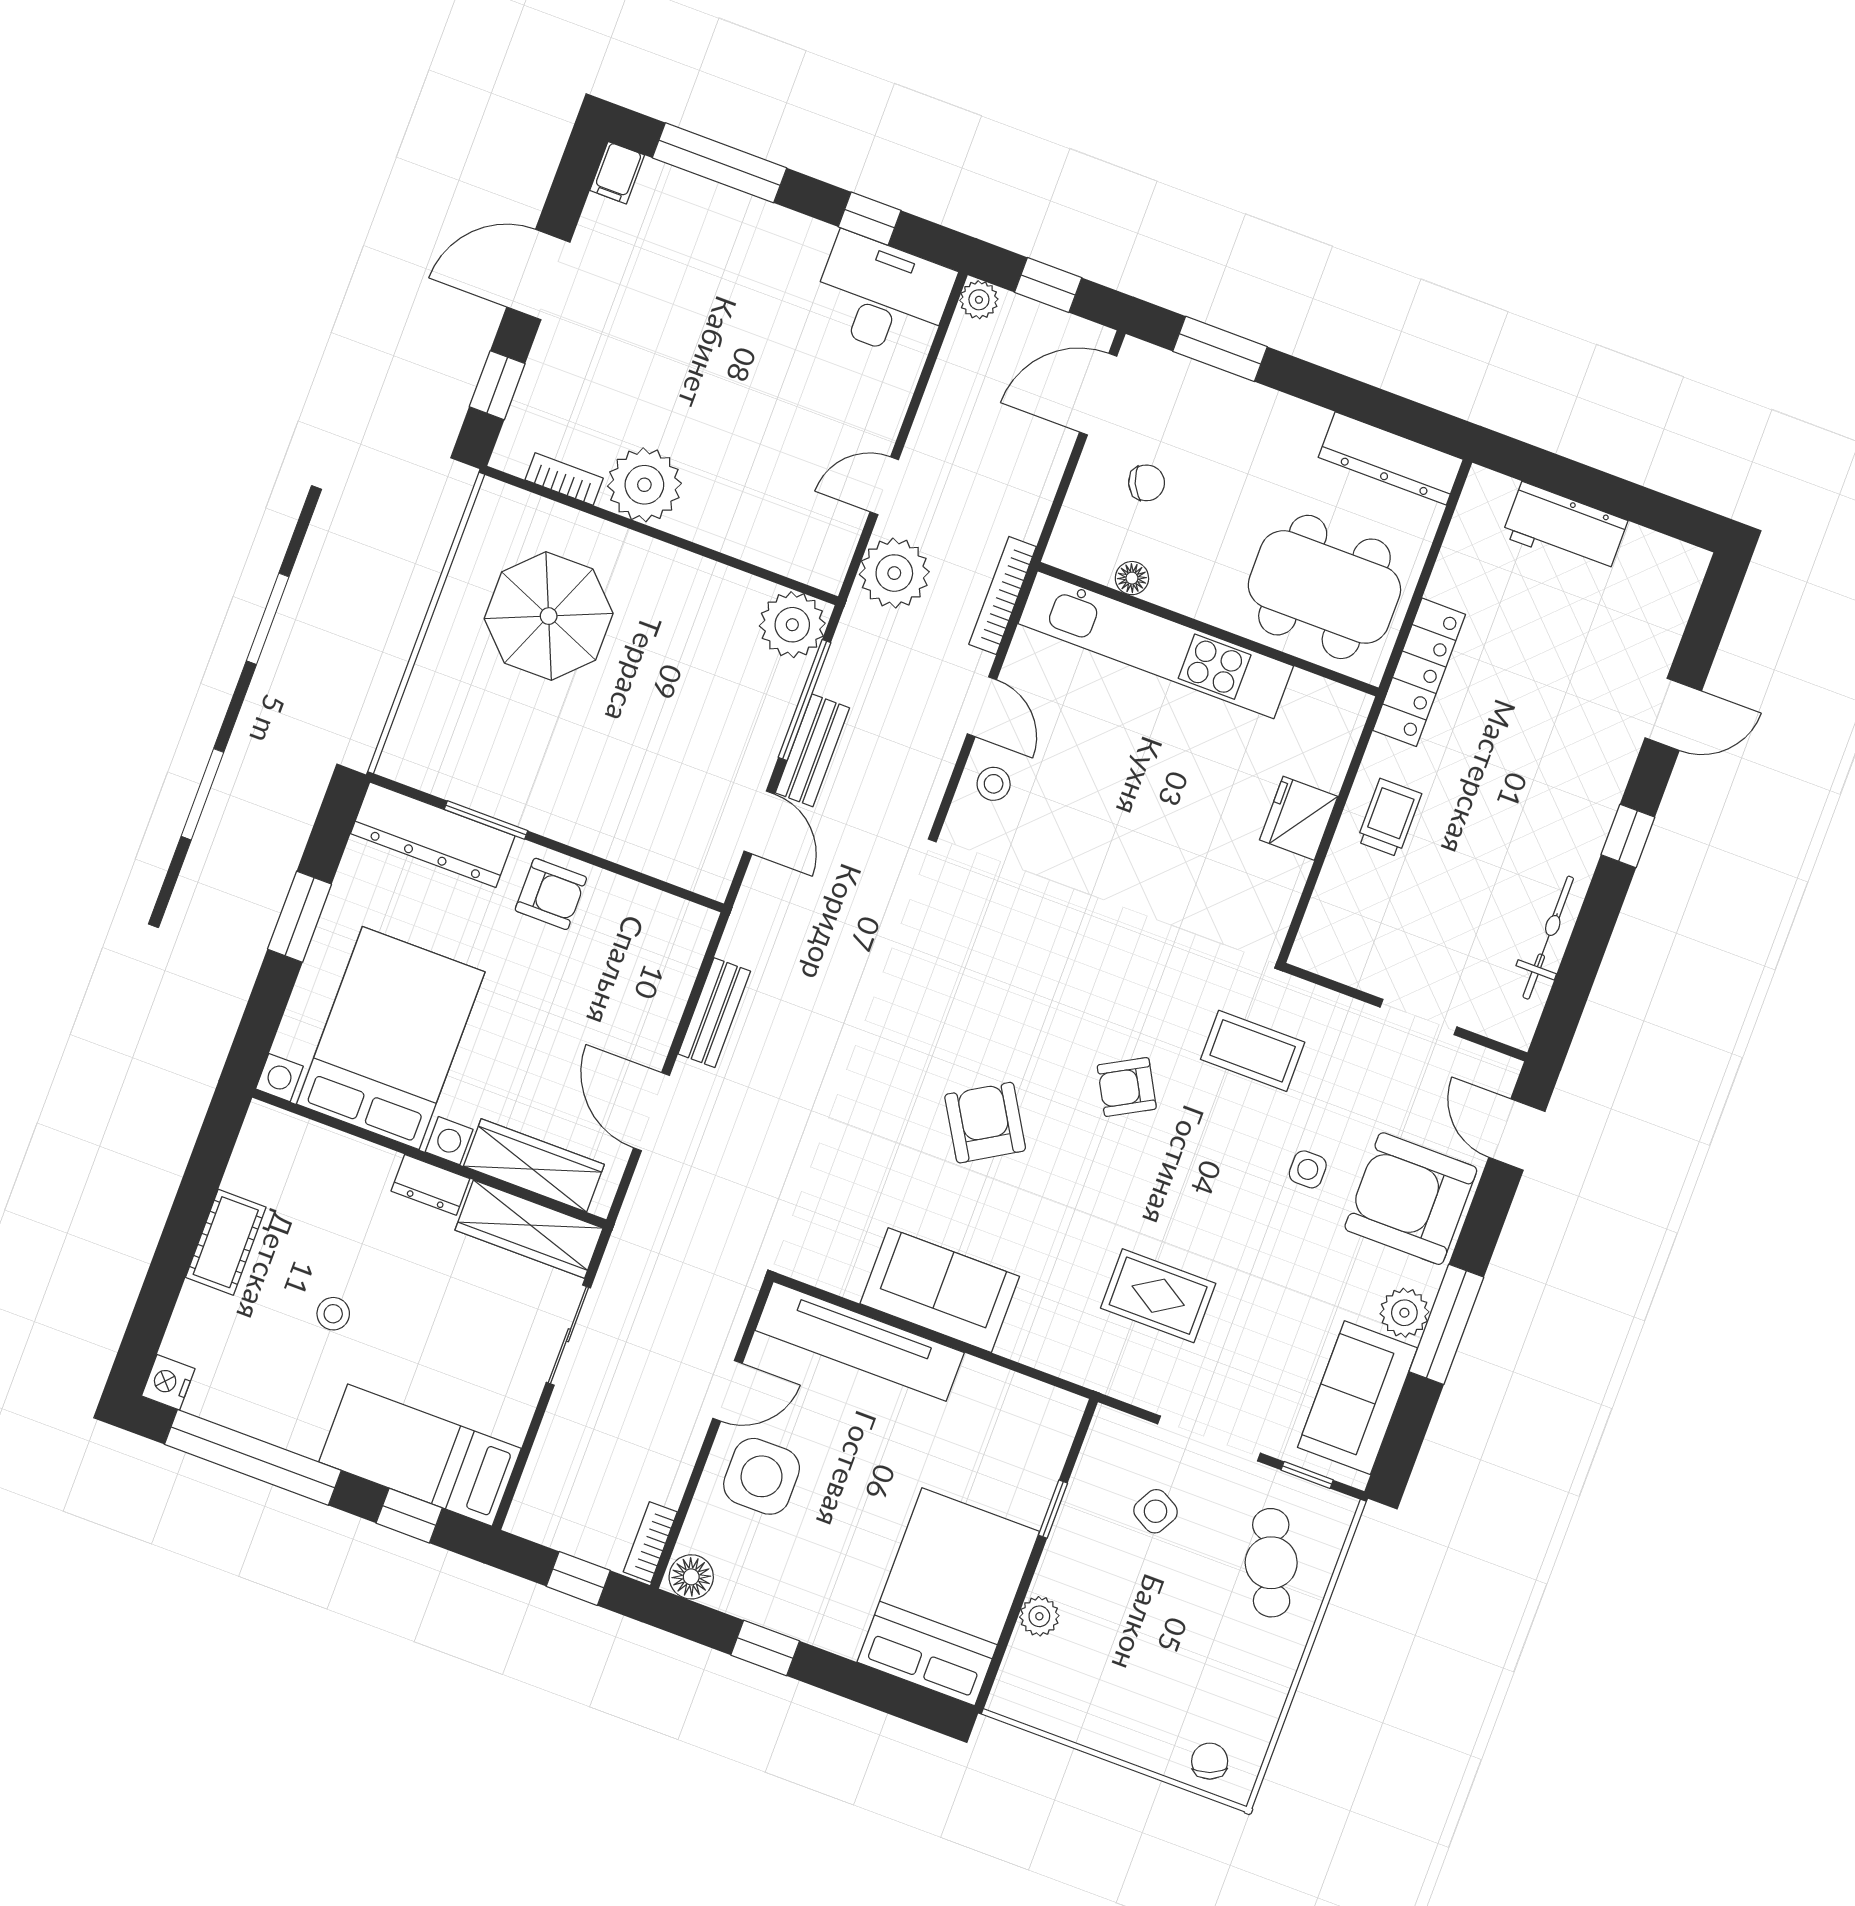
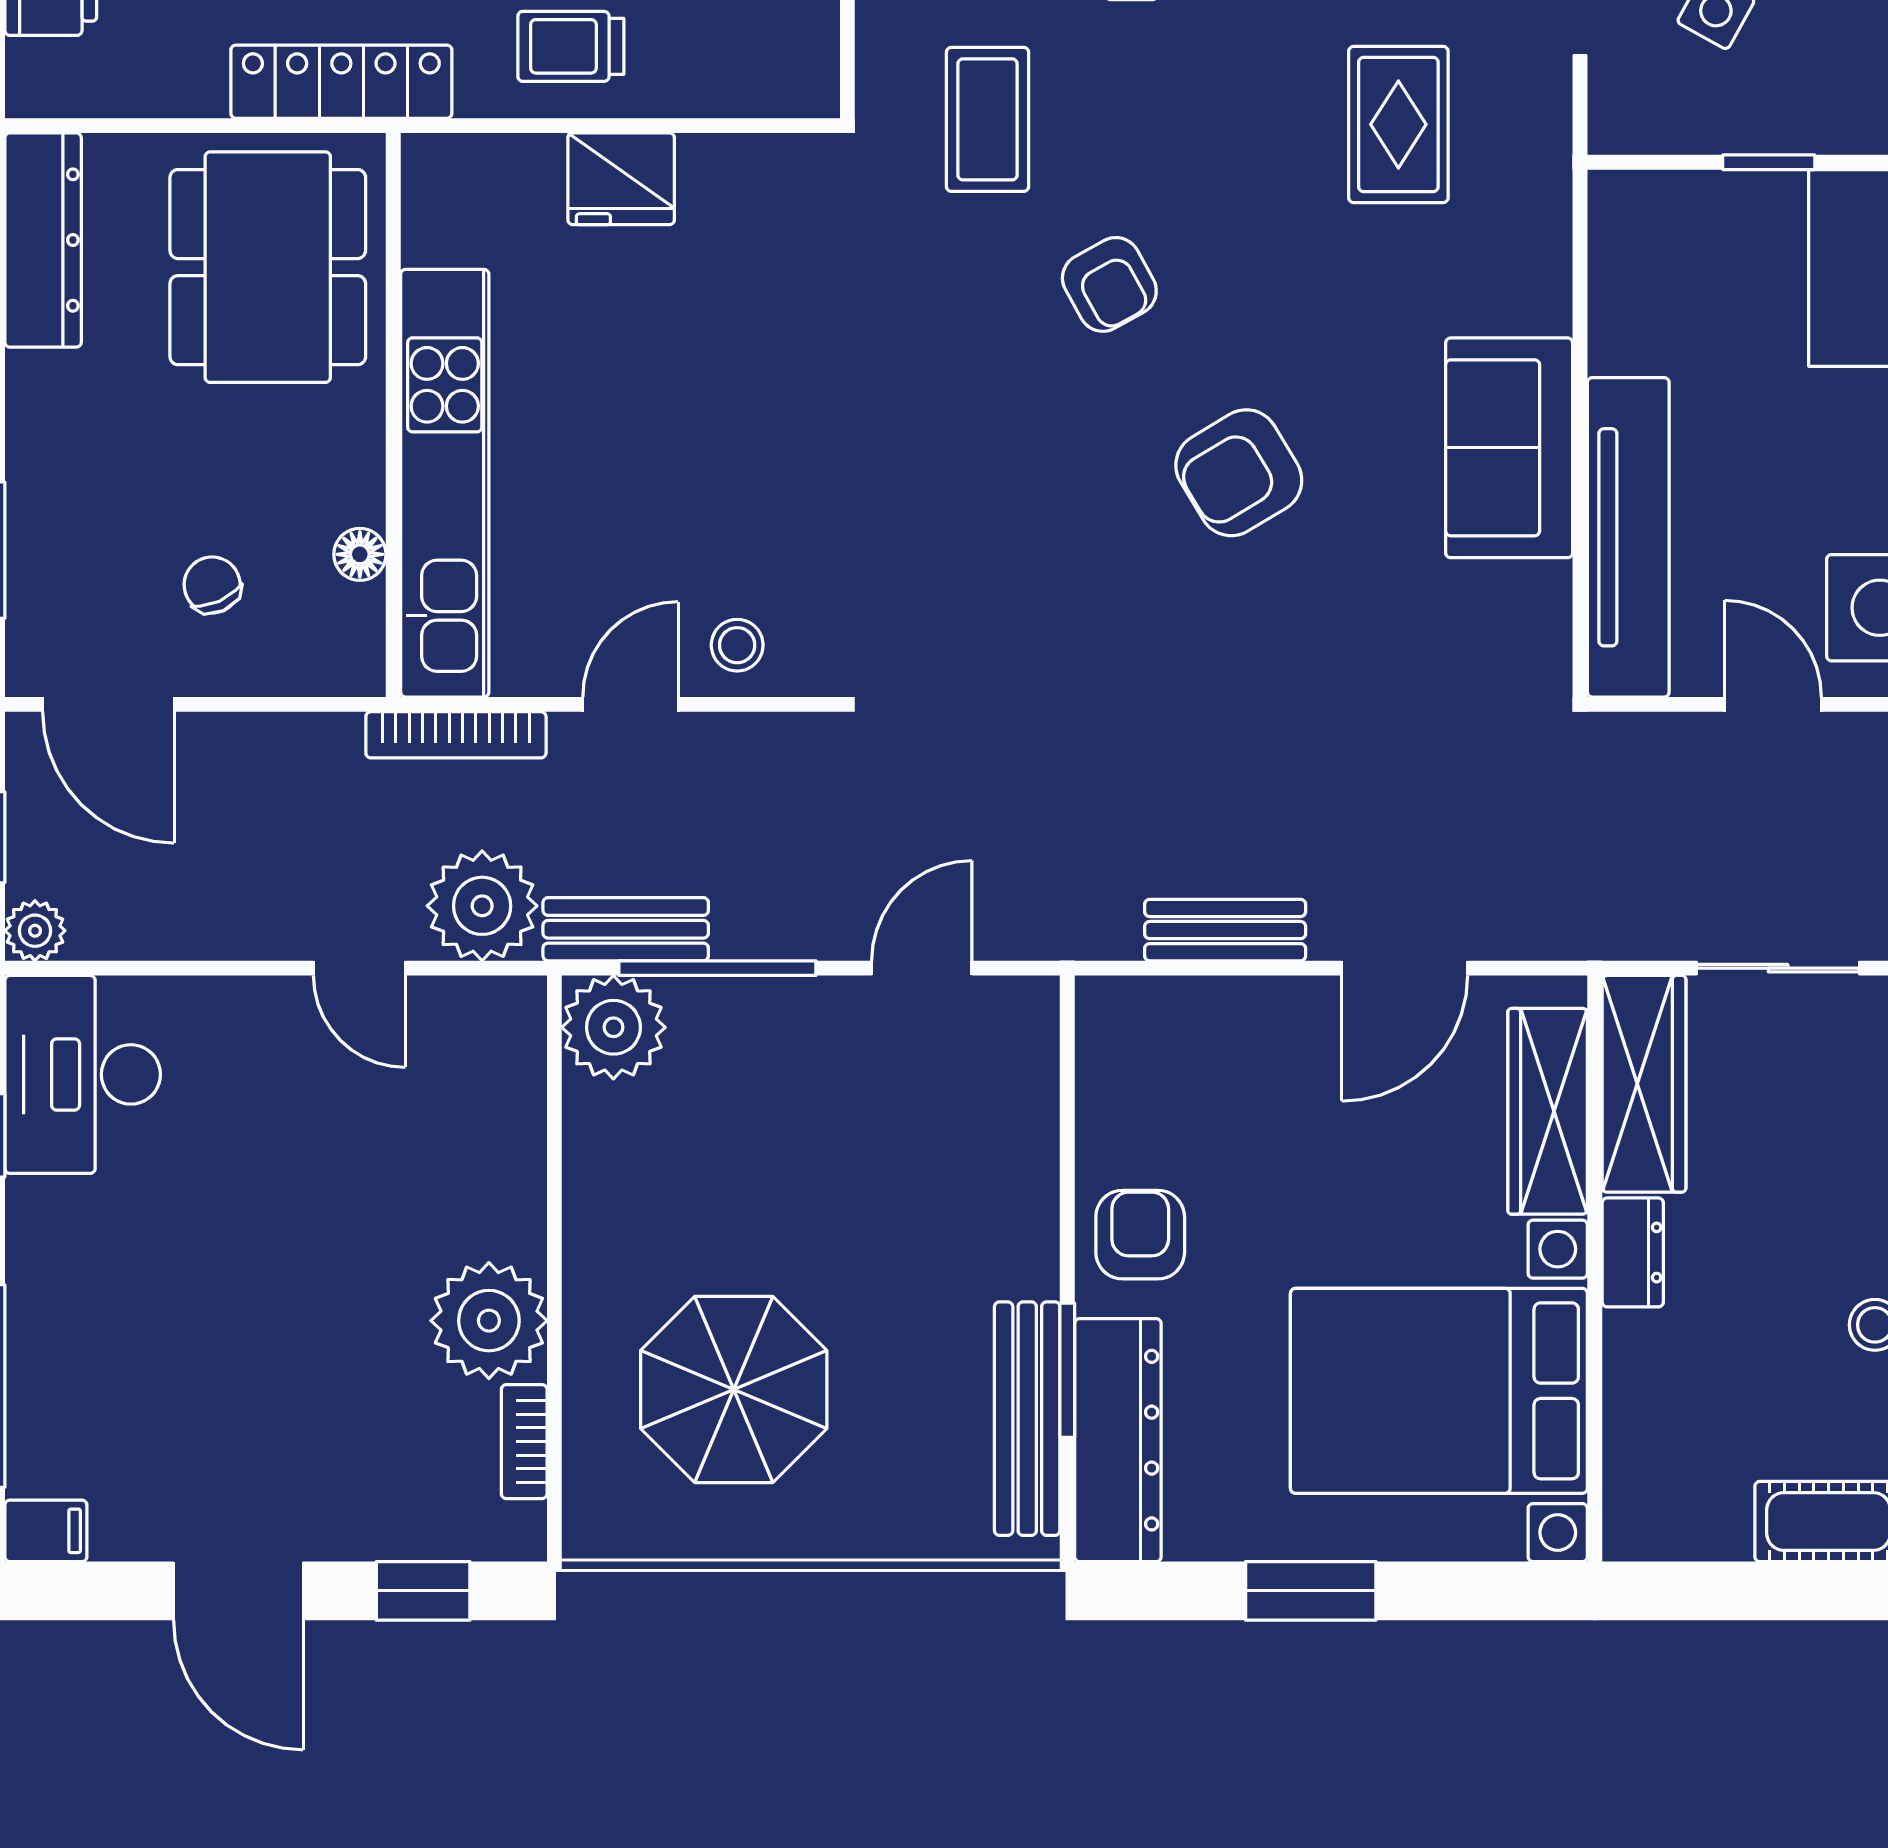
bench: (812, 750) -> (626, 929), moved
bench: (466, 785) -> (1027, 1419), added

